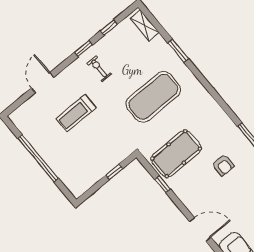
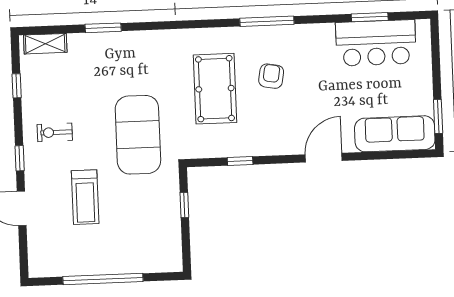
window: (84, 49) -> (20, 158), moved
exercise mat: (153, 97) -> (138, 135), moved
pool table: (176, 154) -> (215, 89), moved
armchair: (223, 165) -> (271, 76), turned -80

